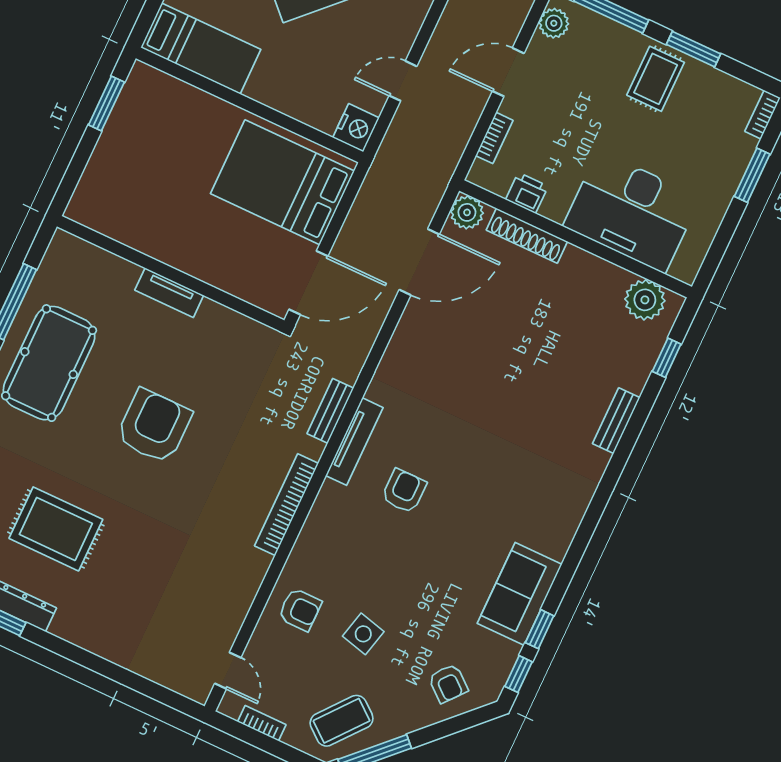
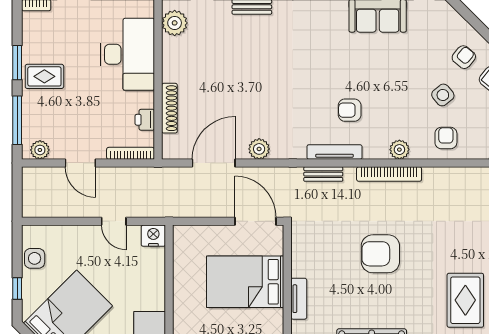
bookcase: (494, 138) -> (131, 153), width x1.56
bed: (282, 182) -> (245, 282), moved, turned 90
plant: (467, 212) -> (259, 149), moved
door: (419, 262) -> (214, 163), hinge flipped
armchair: (154, 426) -> (380, 254), moved
plant: (314, 536) -> (399, 150), added
side table: (363, 634) -> (443, 95), turned 37
armchair: (448, 683) -> (464, 57), moved

